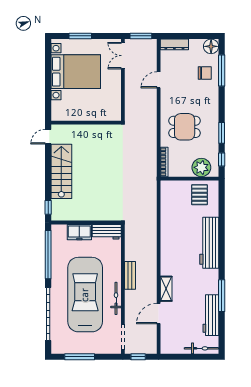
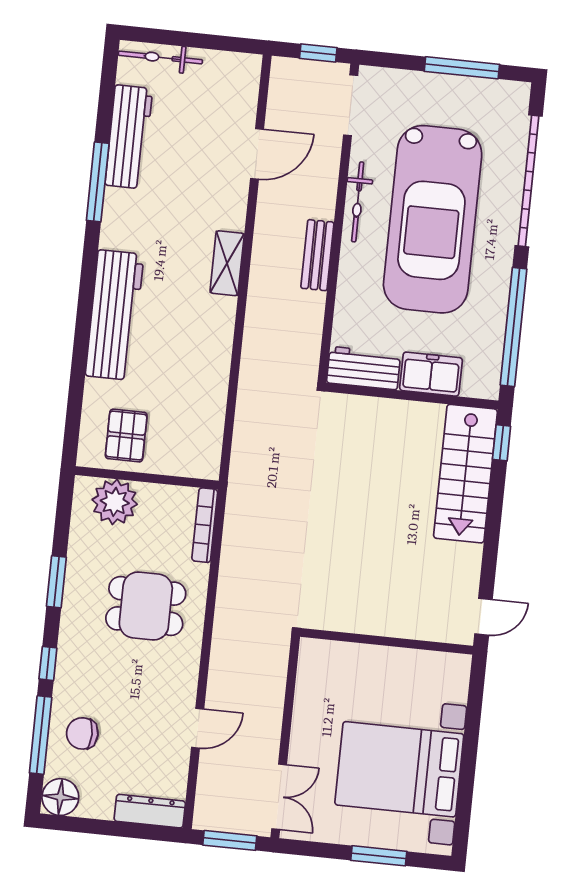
window: (222, 160) -> (48, 663), moved
stairs: (61, 171) -> (465, 474), moved
shelving: (166, 289) -> (227, 263), moved

